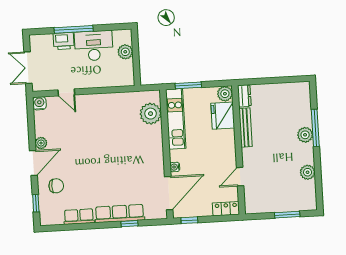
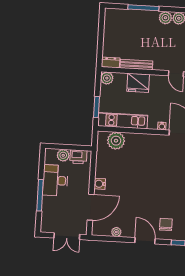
printer: (64, 41) -> (78, 157), moved, turned 90
door: (66, 92) -> (91, 207), width x1.87
water cooler: (39, 103) -> (100, 184), moved
fridge: (223, 116) -> (138, 83), moved
plant: (305, 135) -> (165, 18), moved
plant: (41, 143) -> (116, 232), moved

